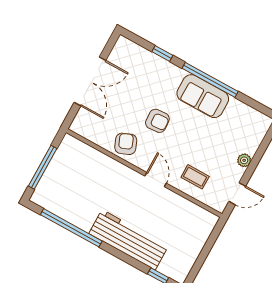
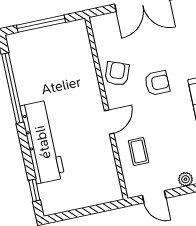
armchair: (157, 121) -> (157, 83), turned -86
armchair: (126, 144) -> (117, 74), turned -47

